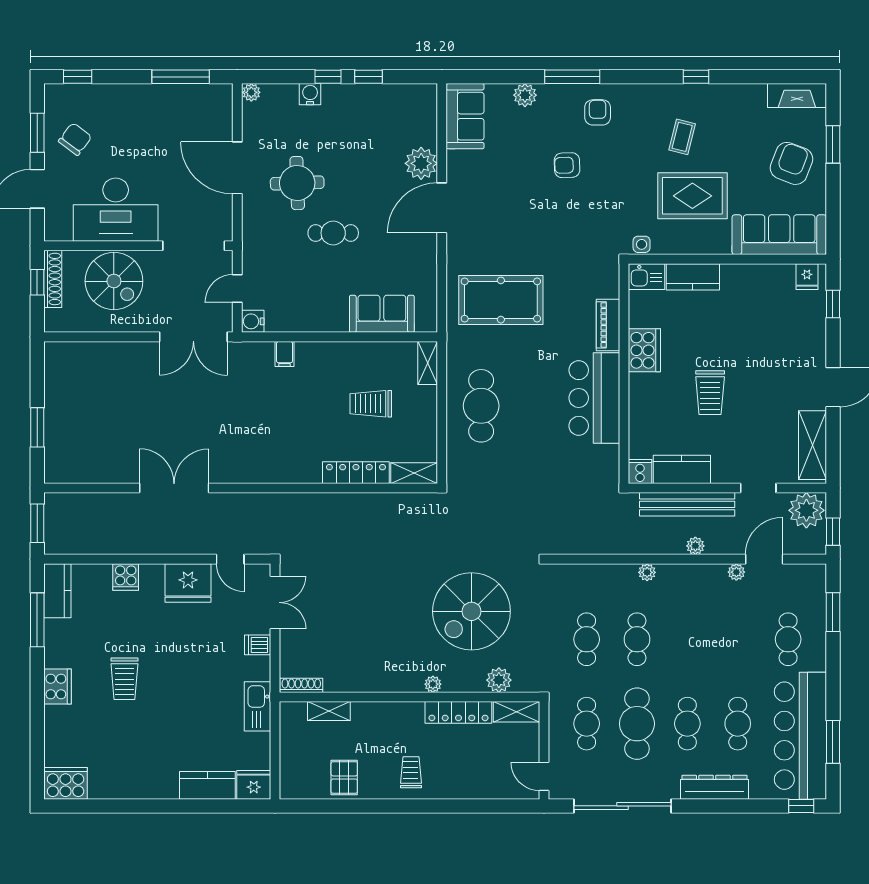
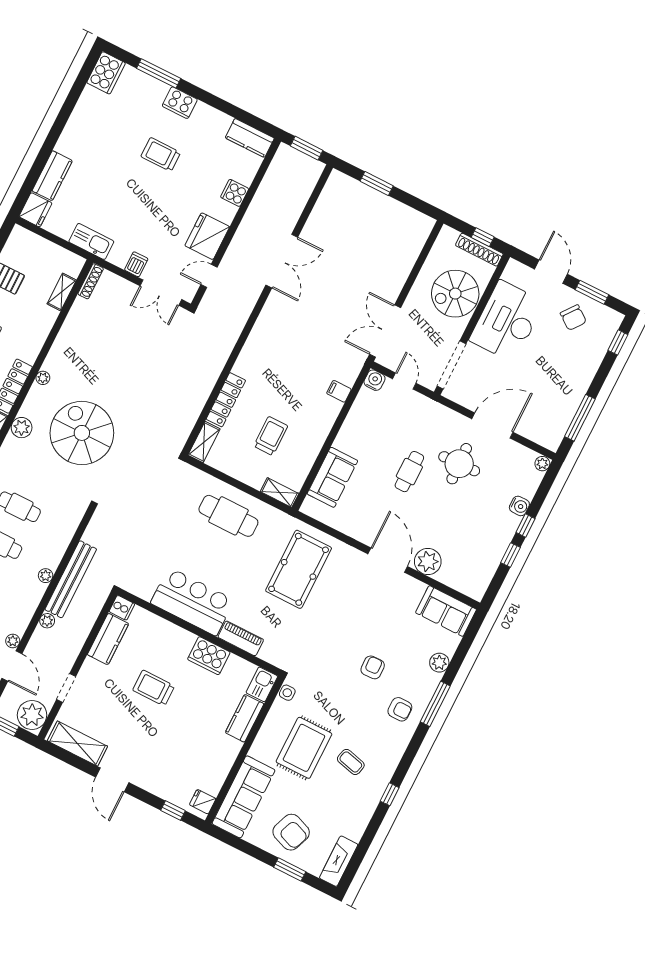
bench: (687, 504) -> (71, 579), moved
window: (37, 620) -> (159, 73), moved

